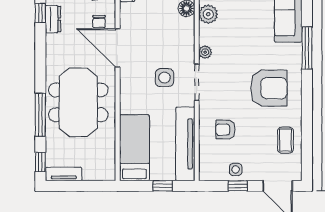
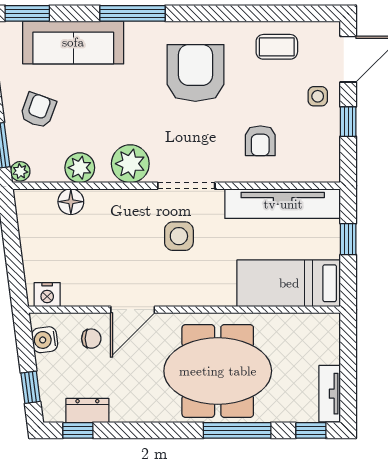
door: (118, 48) -> (133, 310), width x0.73
plant: (205, 52) -> (130, 164), width x1.88, depth x1.88
side table: (236, 169) -> (318, 96), moved

